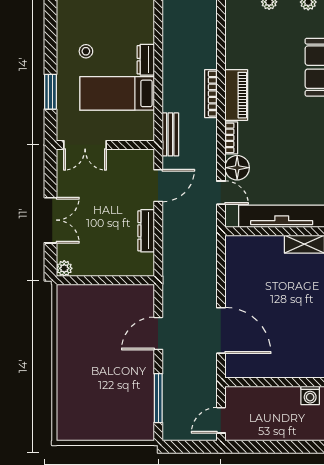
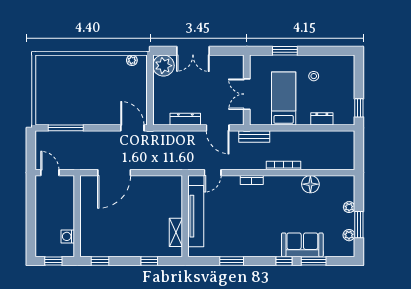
dresser: (146, 60) -> (322, 119), moved
piano: (236, 95) -> (282, 184), removed
double door: (85, 145) -> (247, 94), moved
floor lamp: (237, 168) -> (310, 184), moved
plant: (64, 268) -> (163, 66), width x1.88, depth x1.88
plant: (64, 306) -> (132, 60), added
door: (158, 333) -> (132, 128), moved

